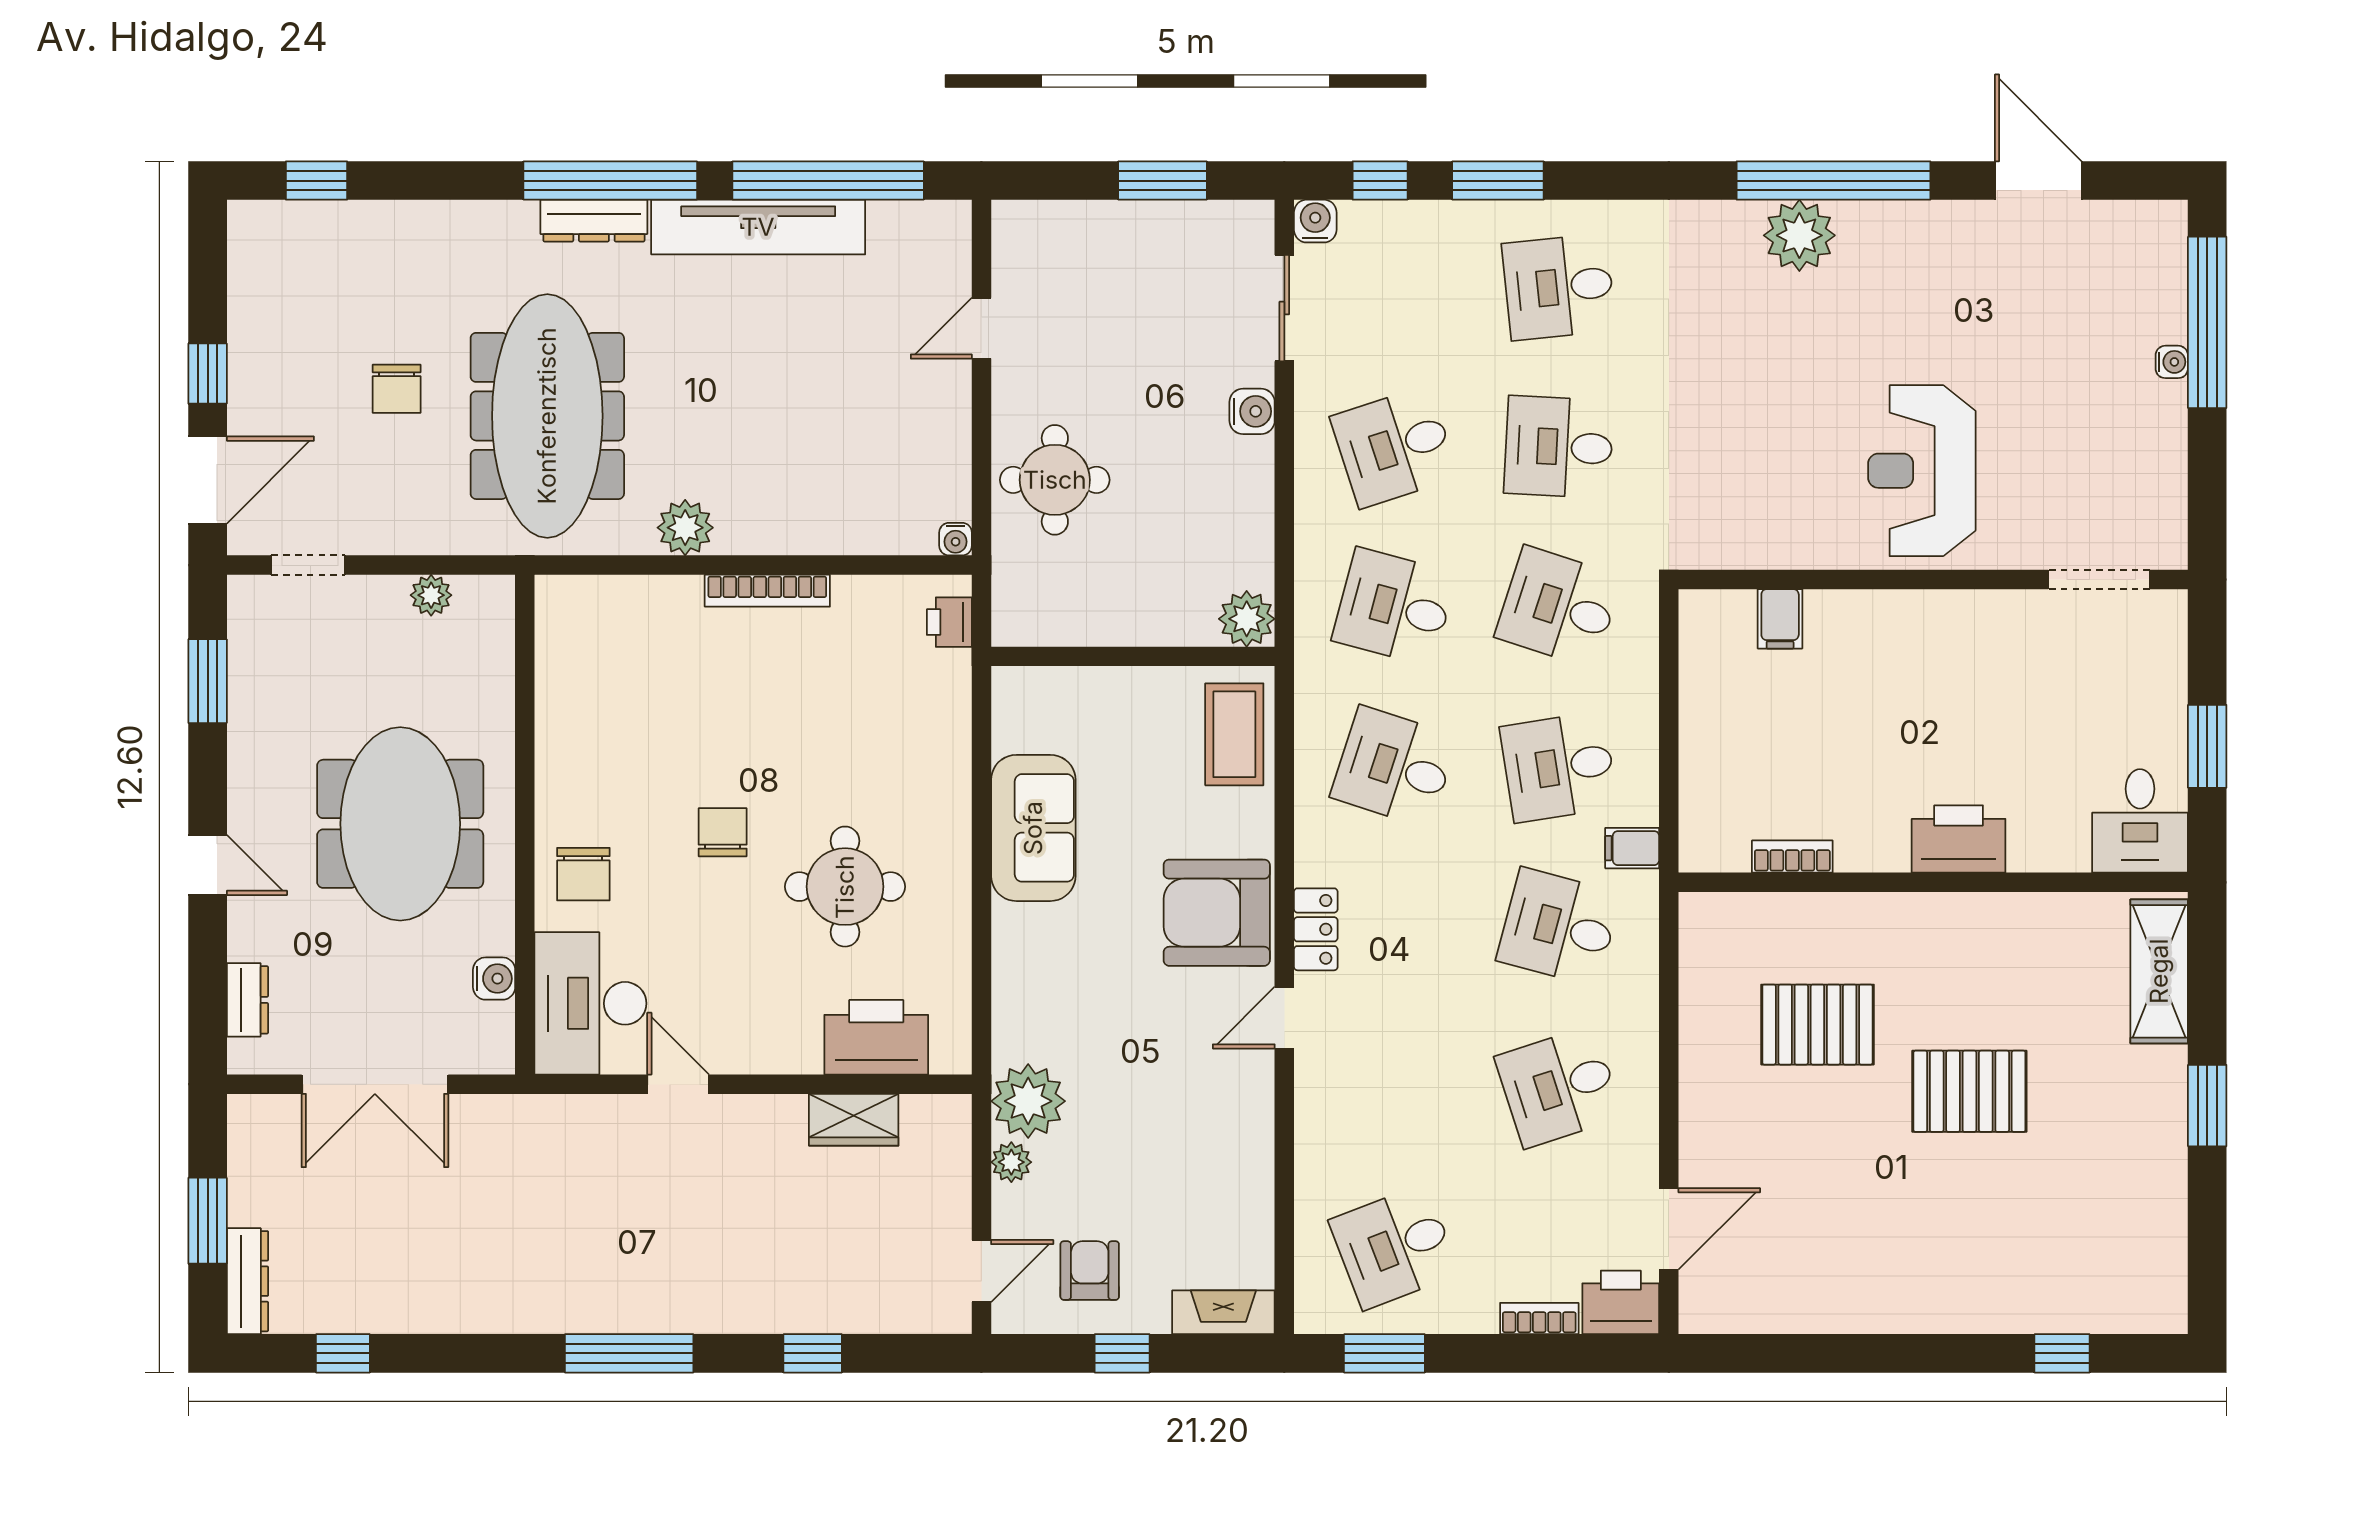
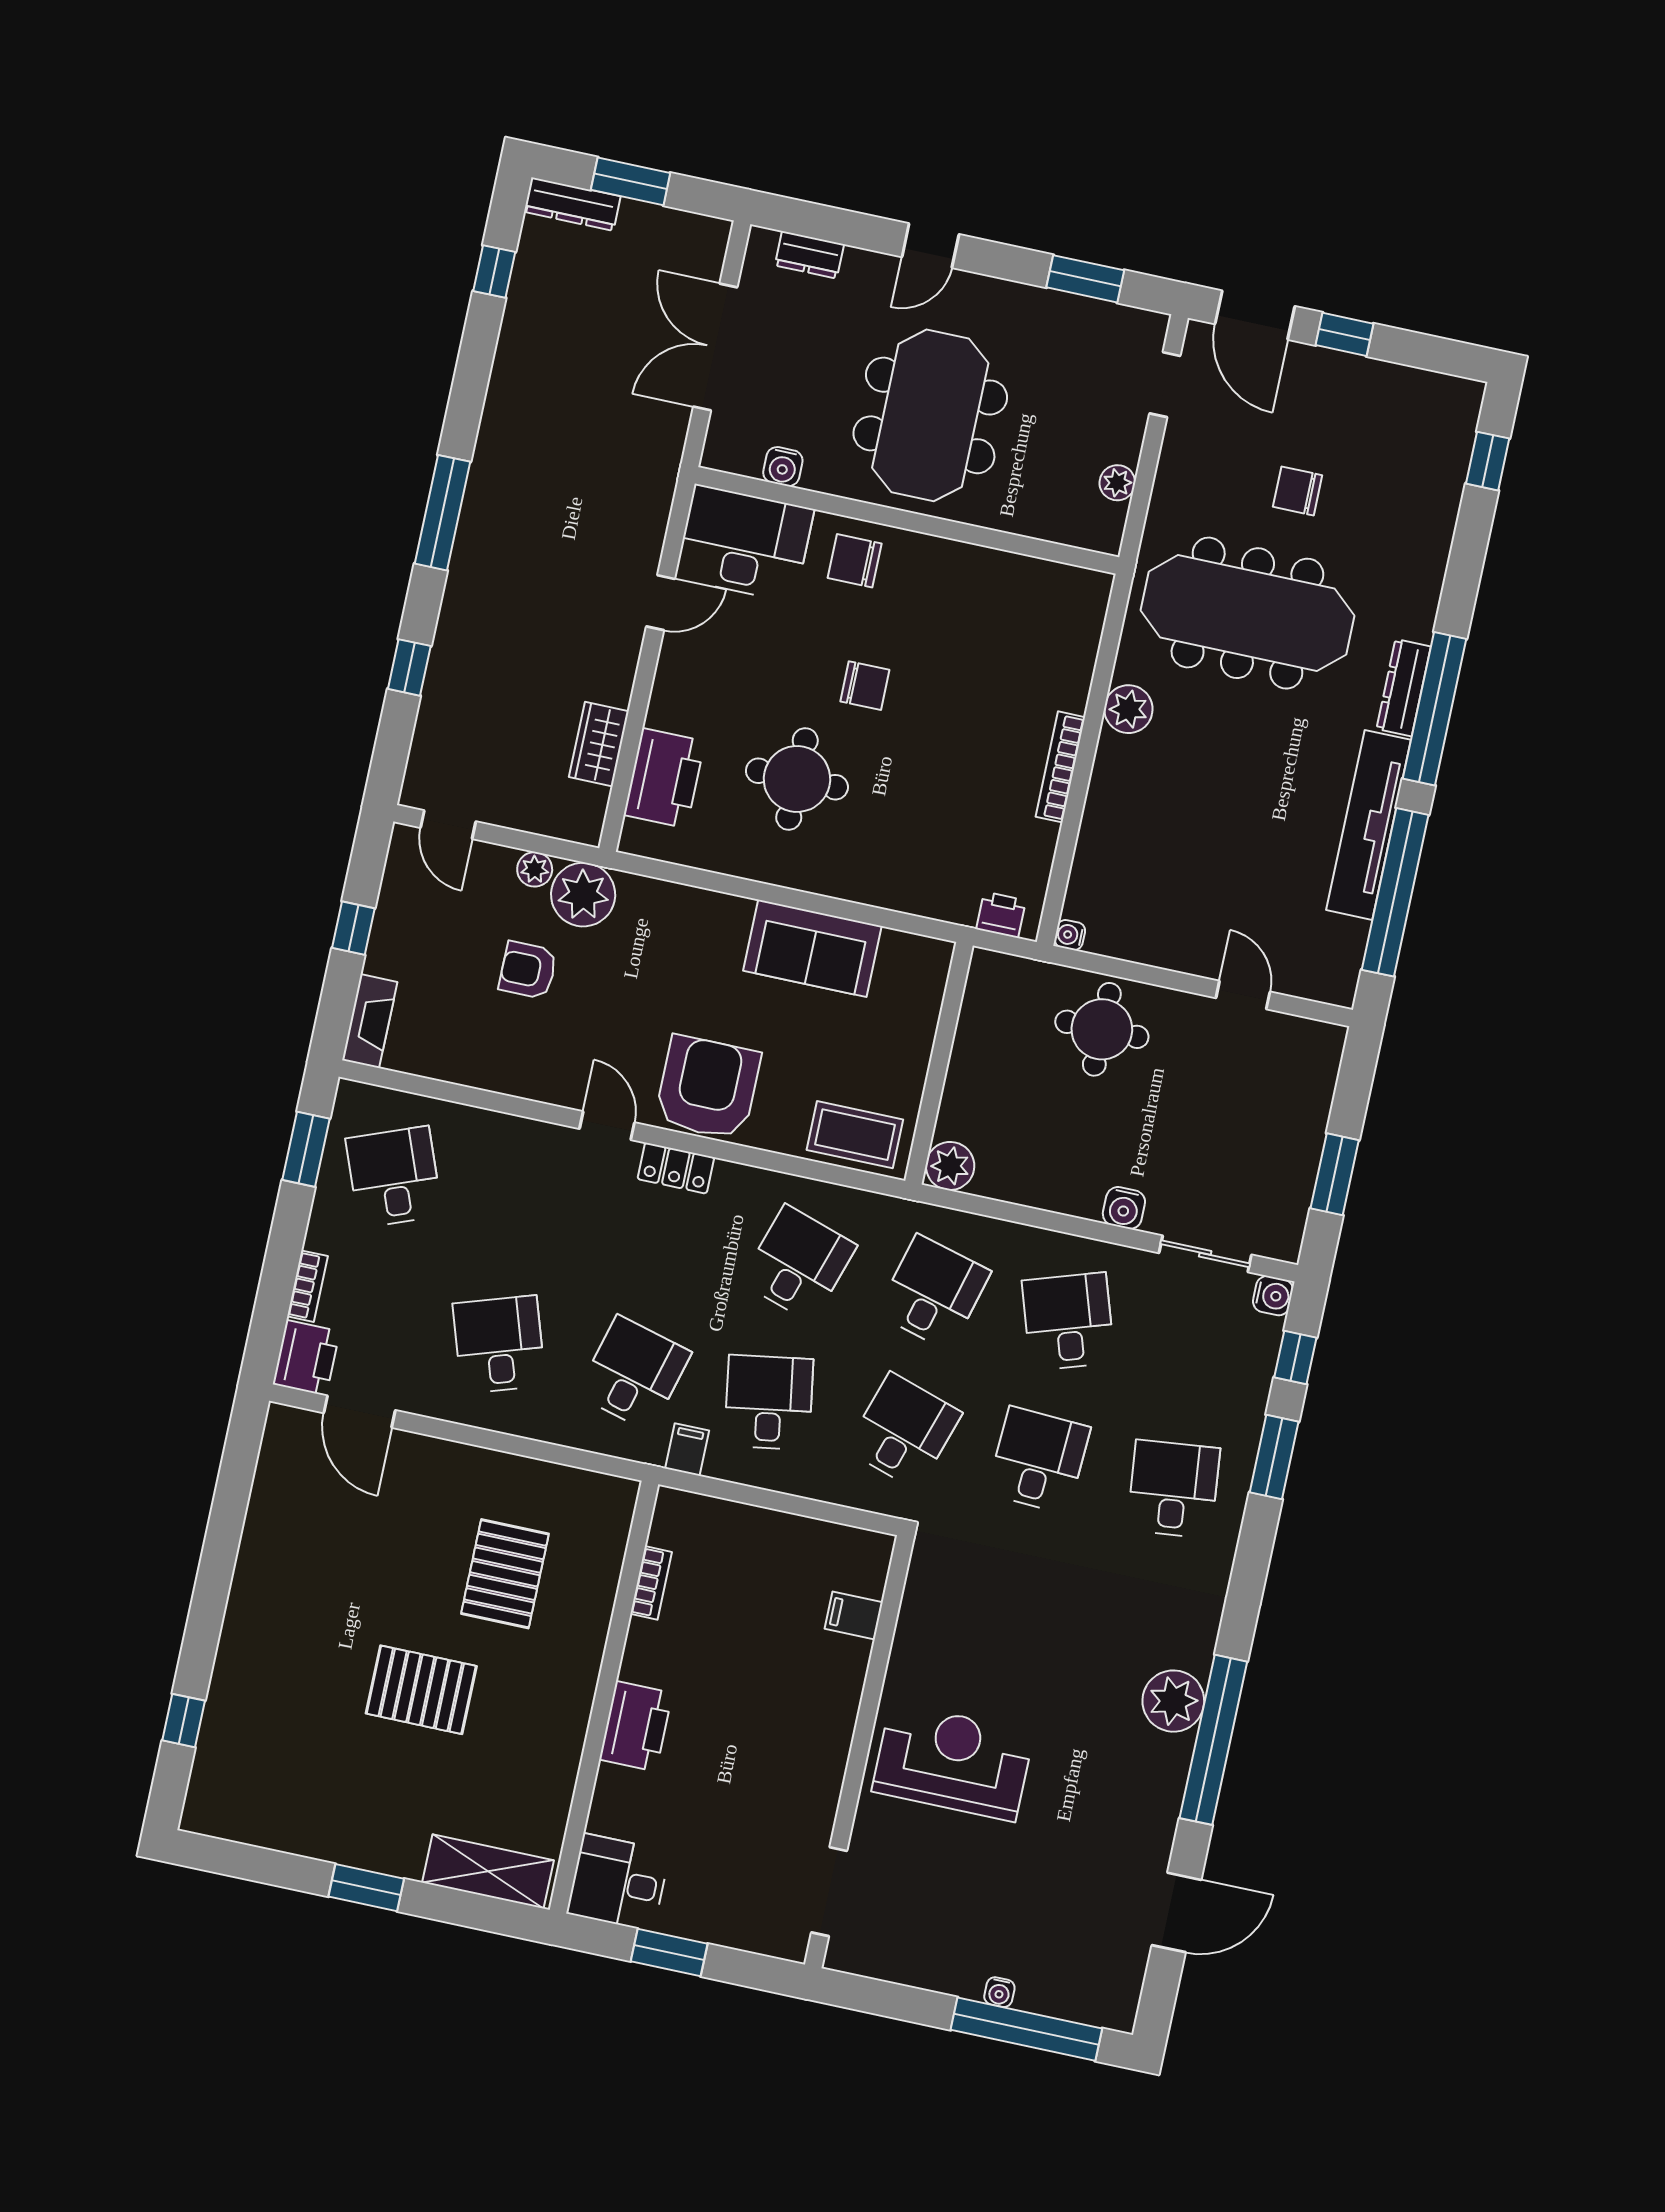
meeting table: (400, 824) -> (930, 415), turned 90
pallet: (1969, 1091) -> (421, 1690), turned 90
armchair: (1090, 1271) -> (528, 970), moved, turned 180

